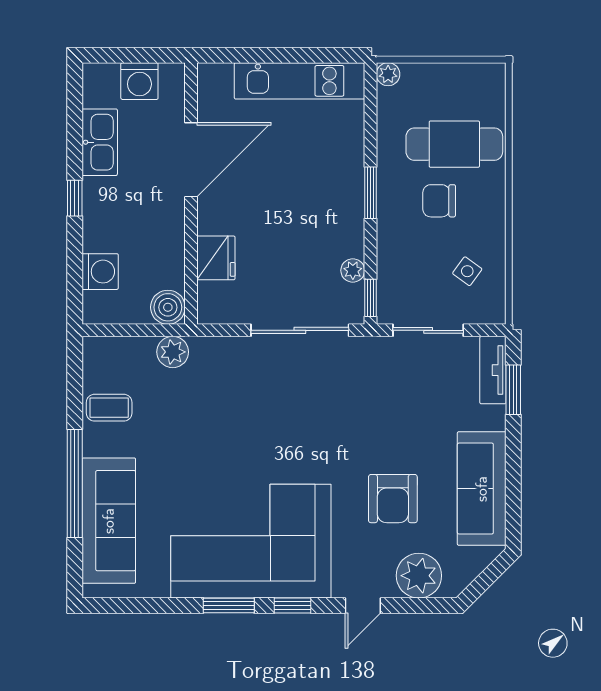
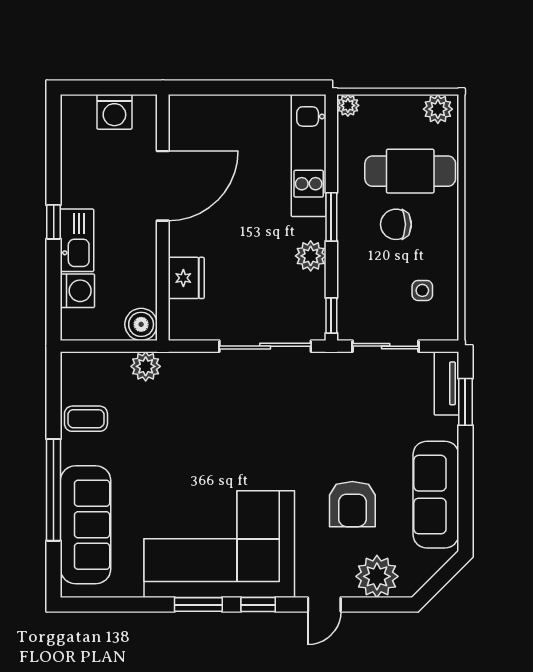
plant: (484, 78) -> (438, 109), added
kitchen unit: (300, 81) -> (309, 156), moved, turned 90
kitchen sink: (100, 142) -> (77, 240), moved
plant: (353, 270) -> (311, 256), moved, width x1.38, depth x1.38
side table: (467, 271) -> (422, 290), turned -36

